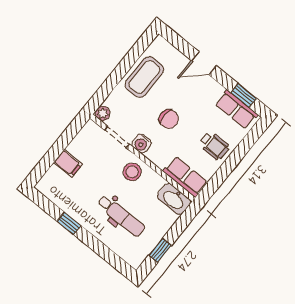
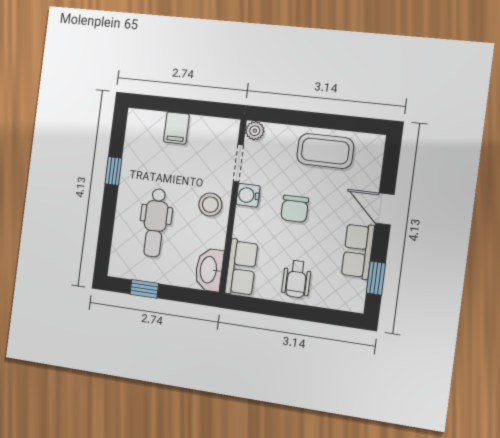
row of seats: (236, 109) -> (358, 251), moved

